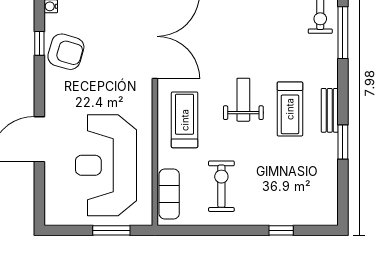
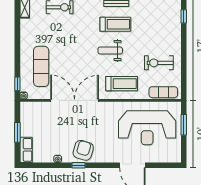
treadmill: (185, 120) -> (122, 84), turned 180
window: (281, 230) -> (184, 16), moved

